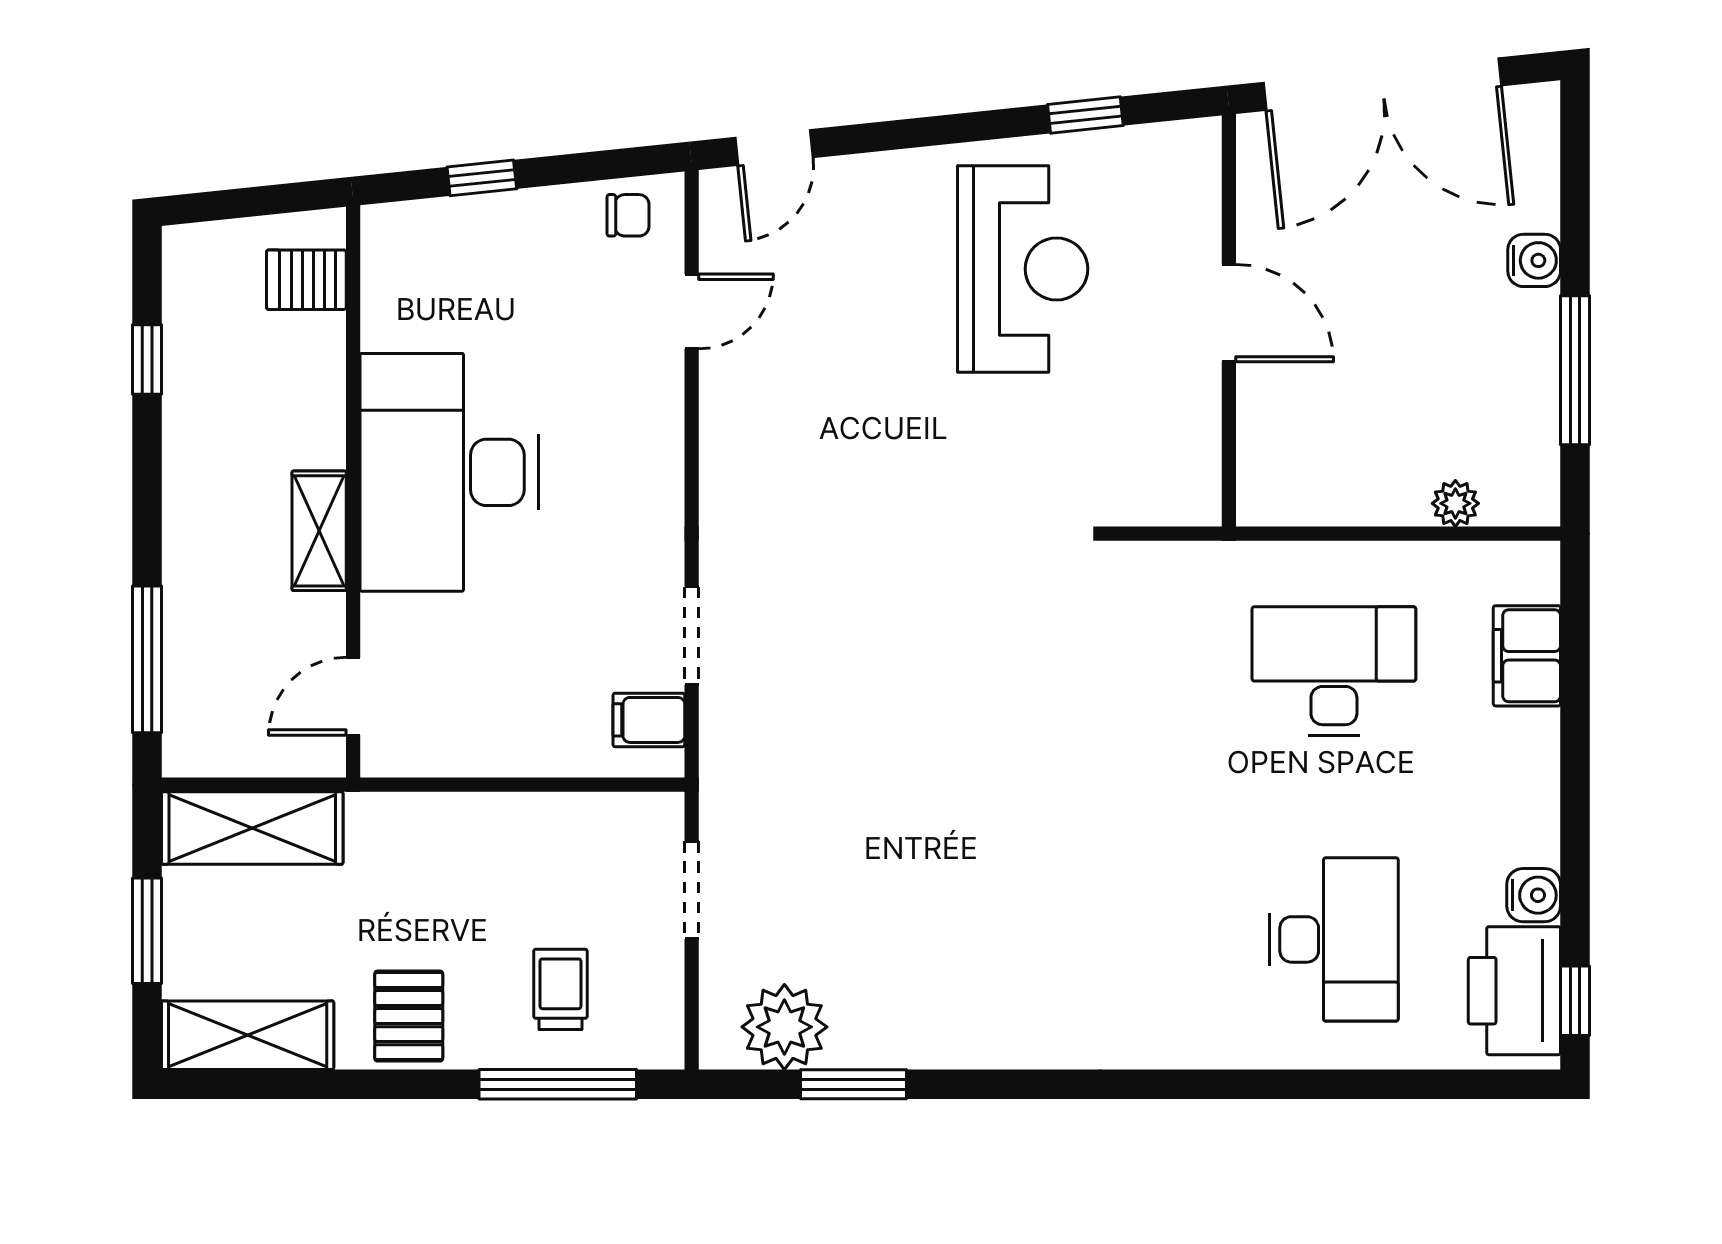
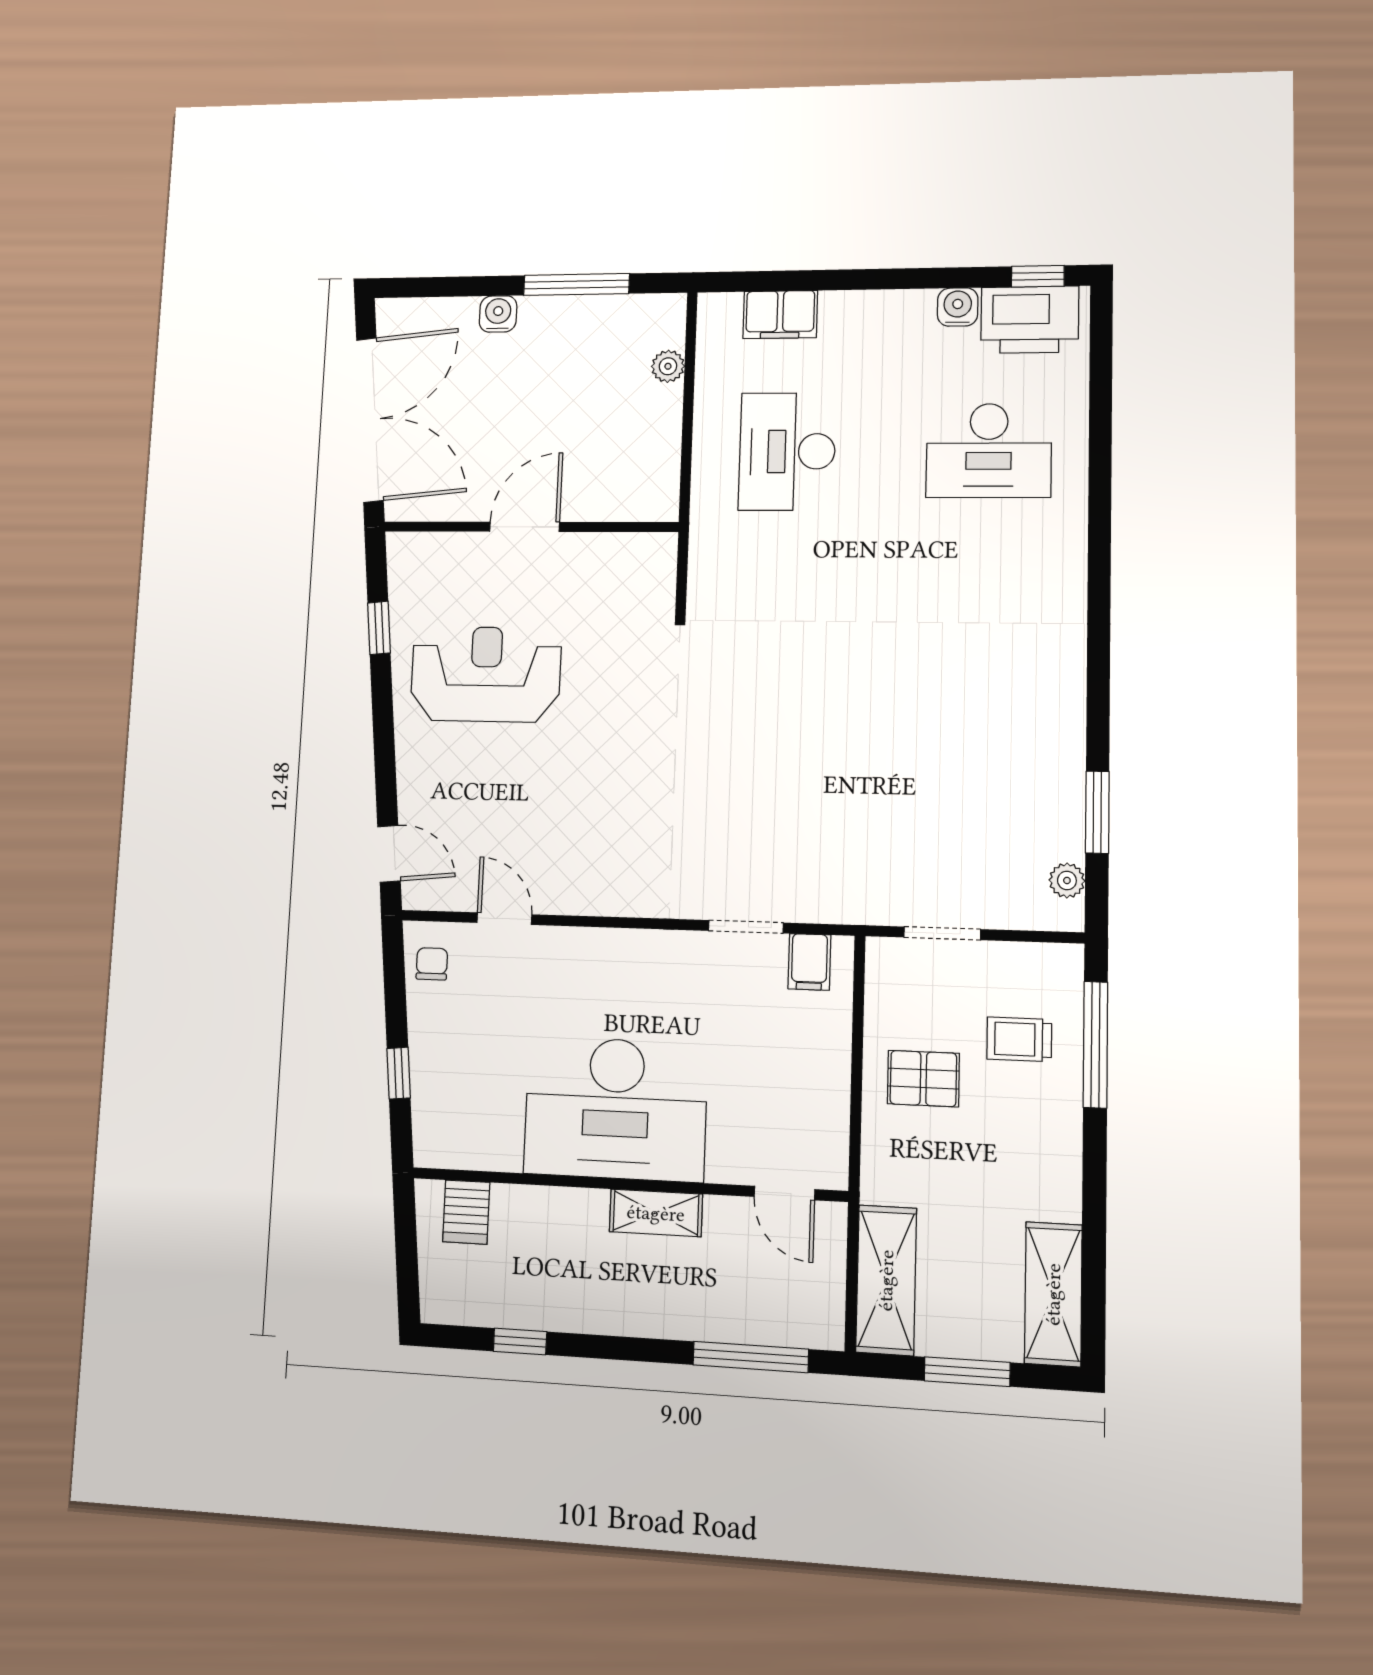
desk: (1334, 939) -> (989, 451), turned 180
pallet: (409, 1016) -> (923, 1079), moved
plant: (784, 1027) -> (1067, 880), width x0.53, depth x0.53

